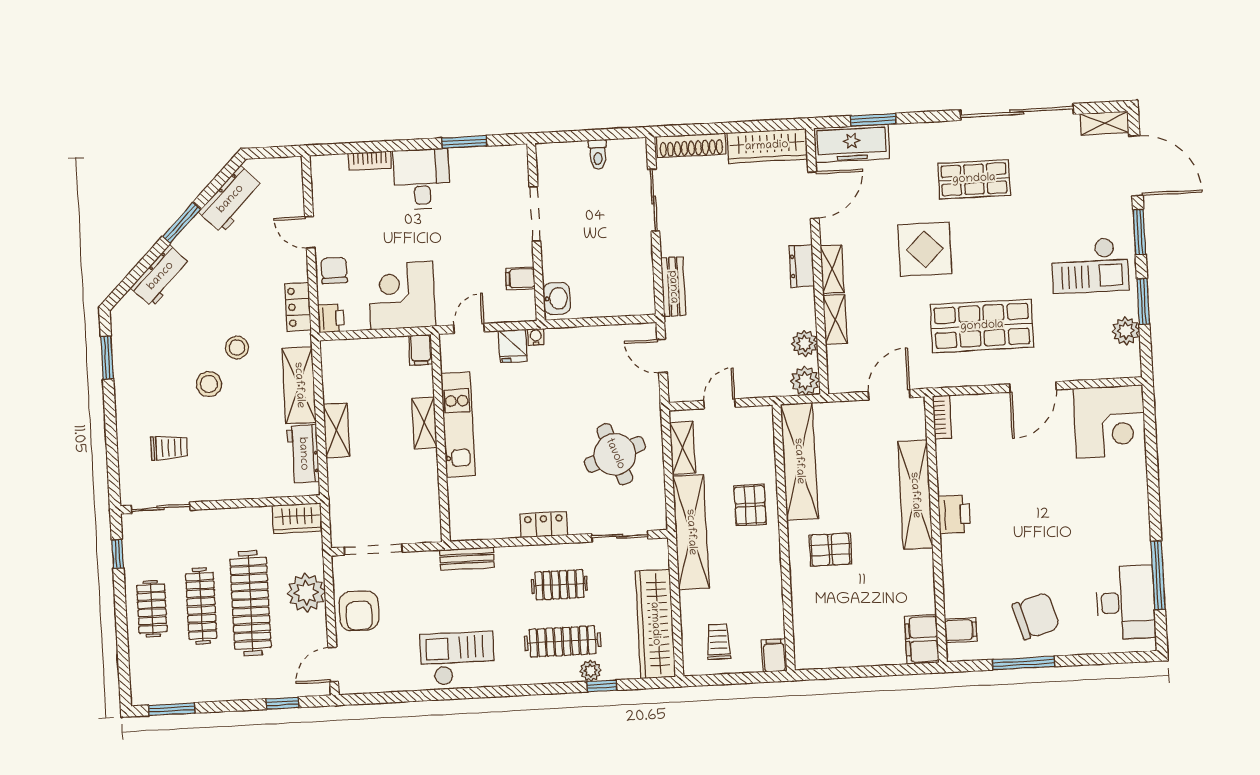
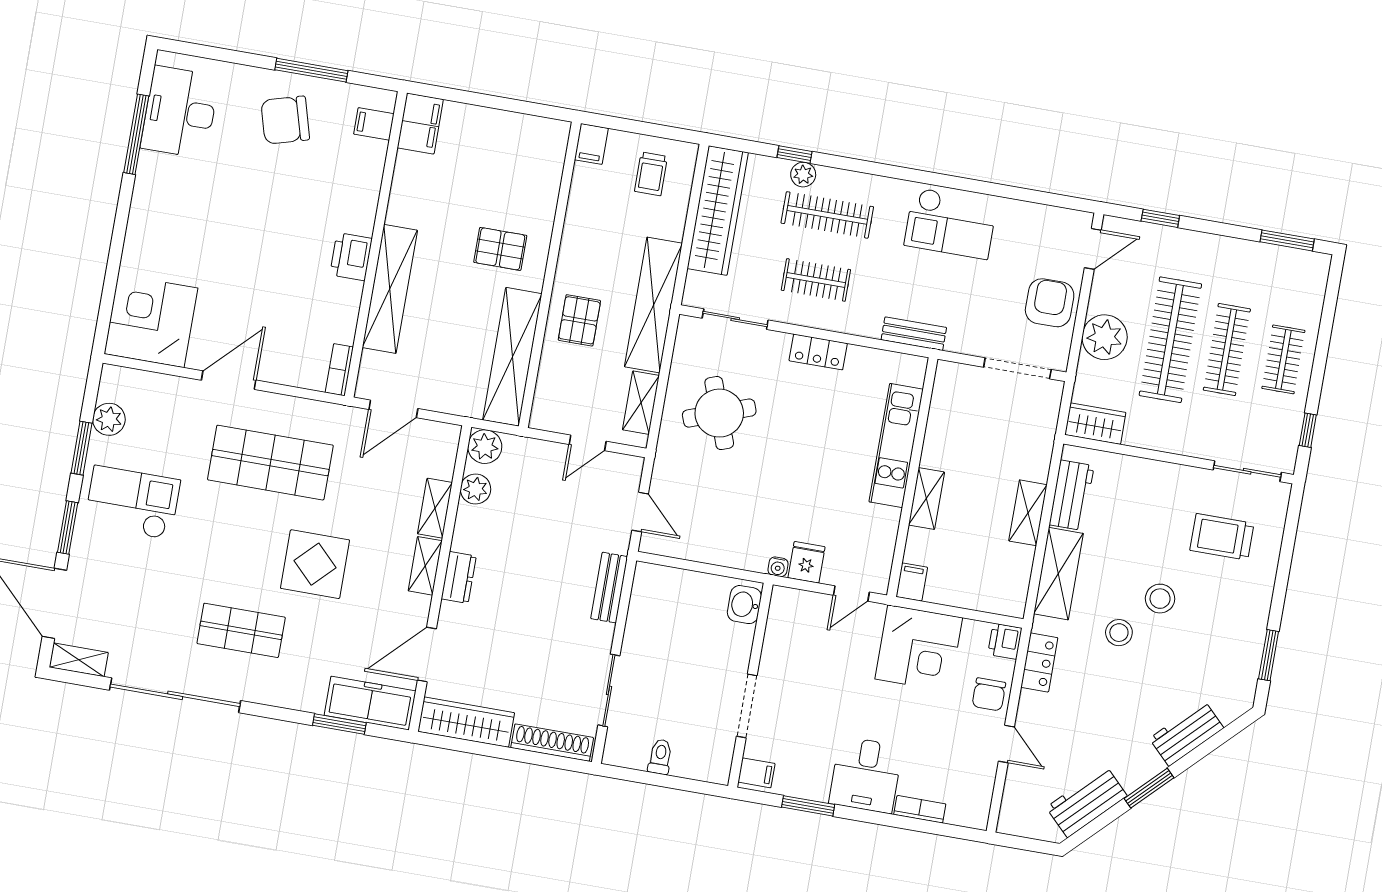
filing cabinet: (520, 278) -> (757, 773), moved
kitchen unit: (458, 425) -> (896, 446), moved
trolley: (169, 448) -> (1222, 537), width x1.36, depth x1.39

